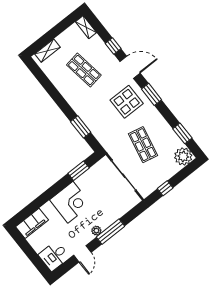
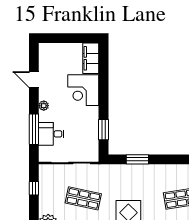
corner desk: (70, 202) -> (83, 90), moved
window: (110, 232) -> (34, 129), moved
desk: (54, 256) -> (51, 134), moved, turned -90

